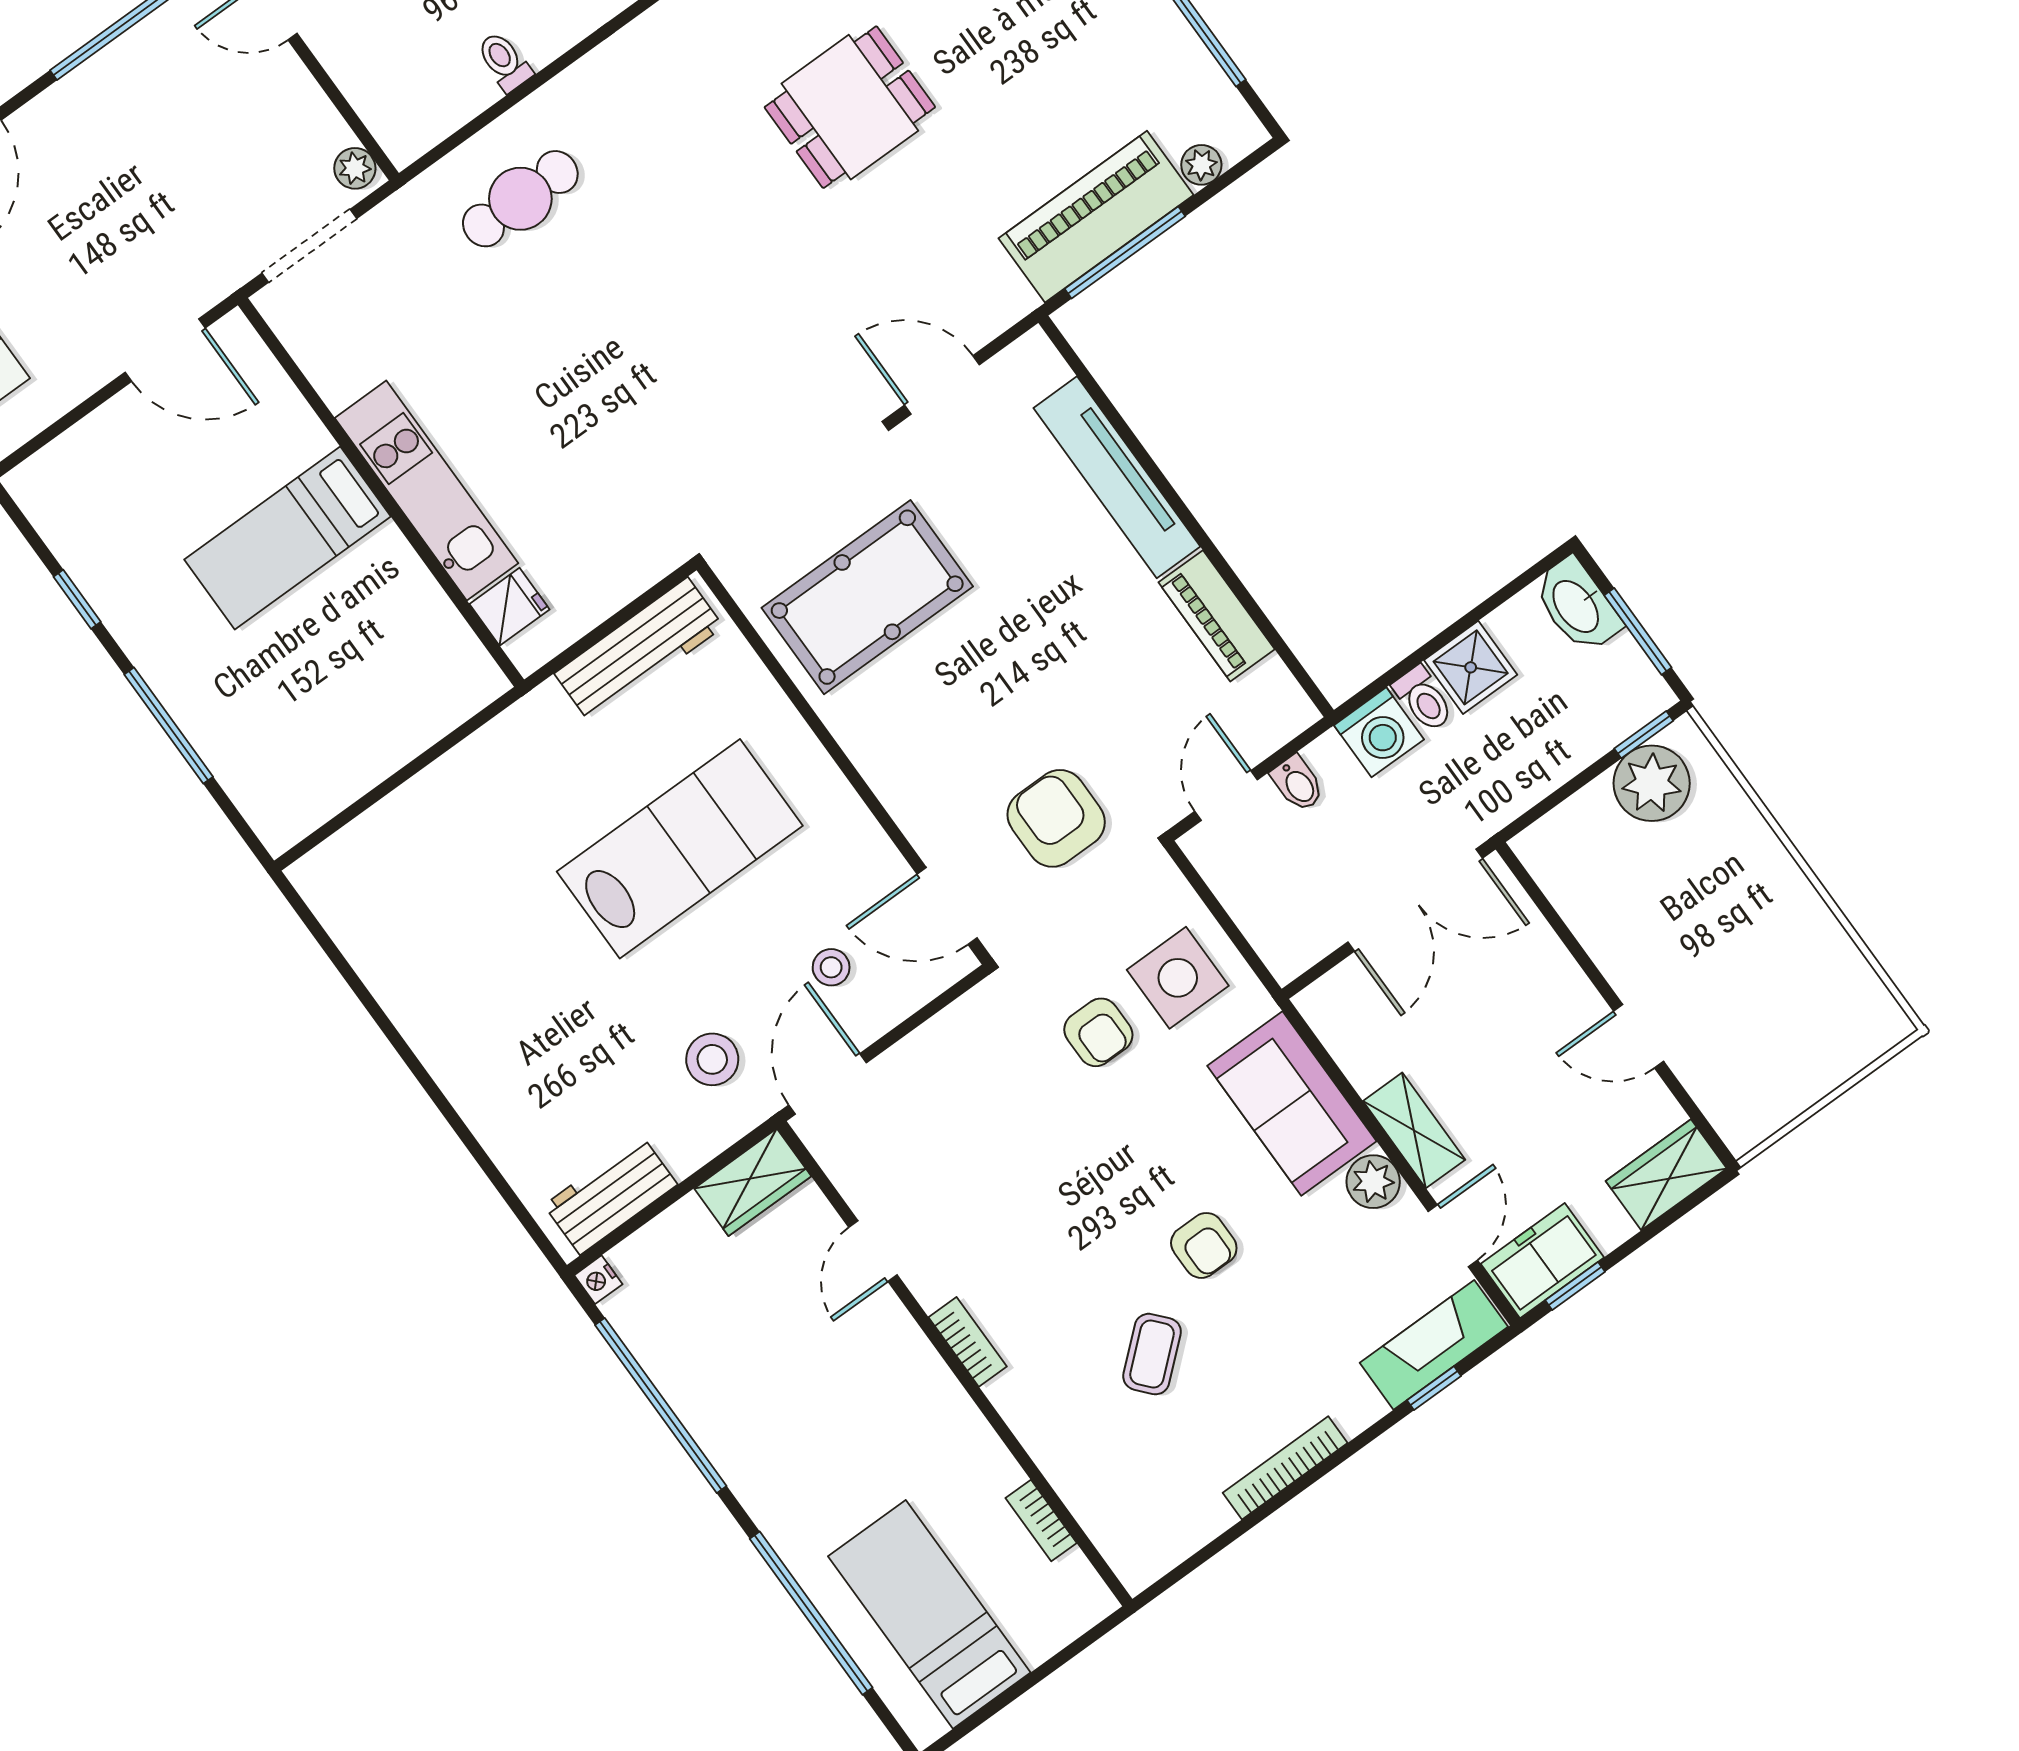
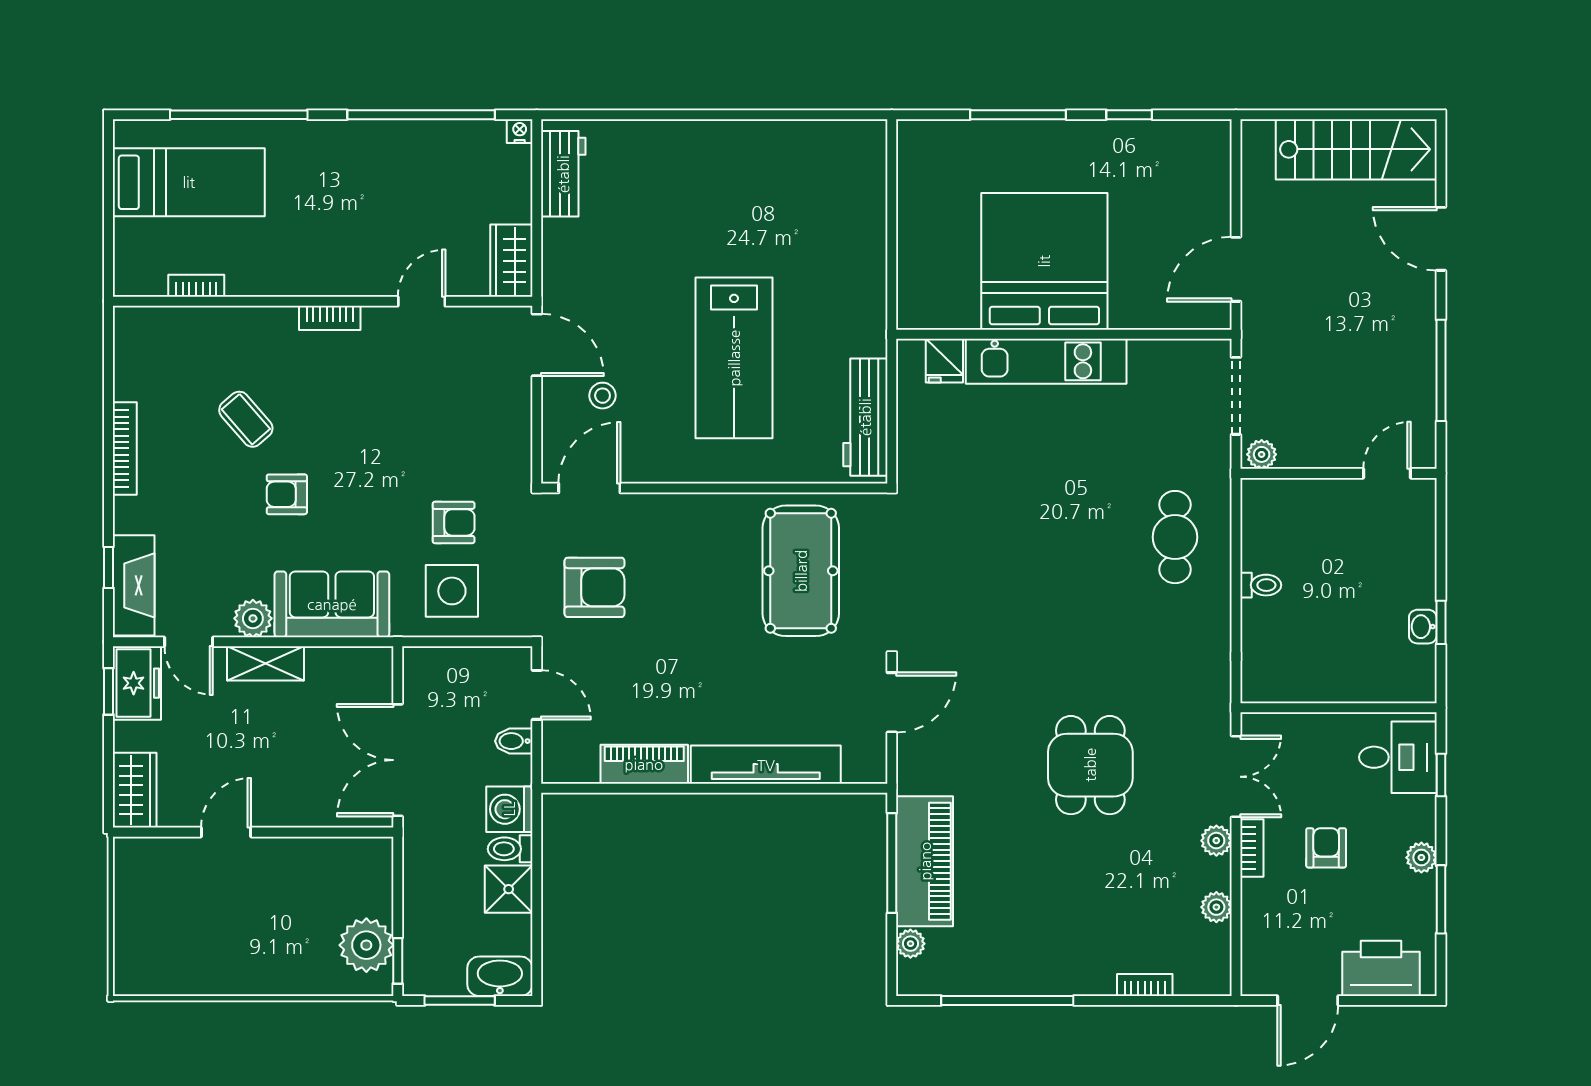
bed: (288, 538) -> (1044, 261), width x2.04
armchair: (1098, 1032) -> (454, 522), turned 180
stool: (712, 1059) -> (599, 289), removed
door: (873, 1251) -> (422, 301), hinge flipped

